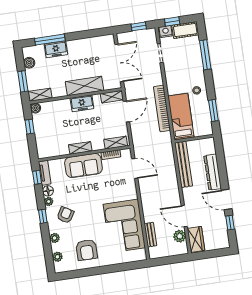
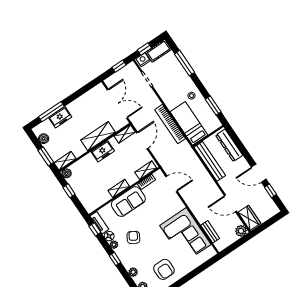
dresser: (213, 172) -> (229, 145), moved
armchair: (65, 215) -> (133, 237), moved
plant: (180, 236) -> (241, 231), moved

